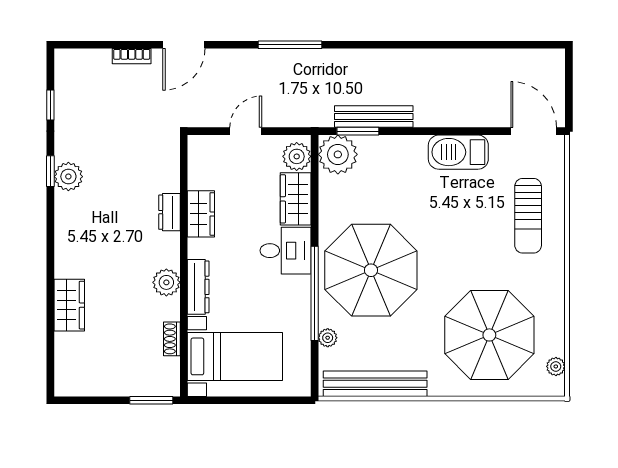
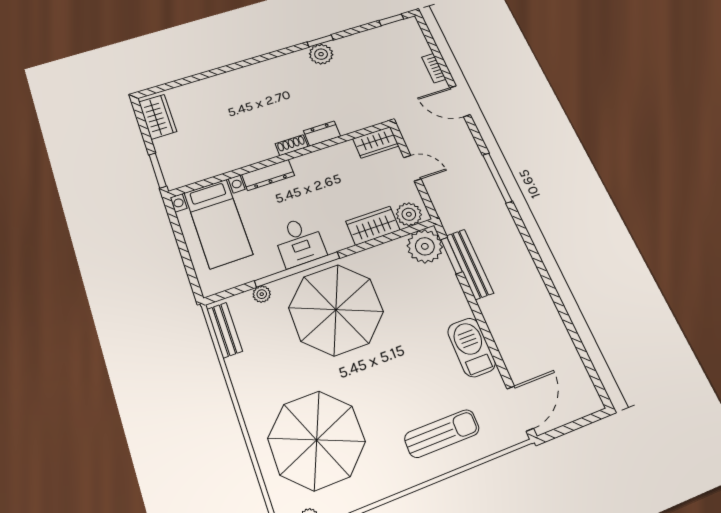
window: (50, 105) -> (391, 20), moved
wardrobe: (201, 214) -> (376, 142), moved
sun lounger: (528, 216) -> (442, 434), turned 180
desk: (285, 251) -> (299, 242), moved
plant: (166, 282) -> (263, 150), removed
wardrobe: (69, 305) -> (158, 117), moved, turned -90
shoe rack: (172, 339) -> (292, 145), moved
bench: (375, 384) -> (225, 330), width x0.54, depth x0.82

